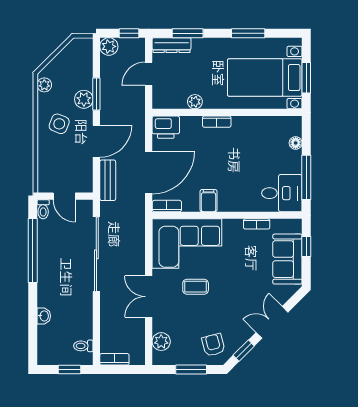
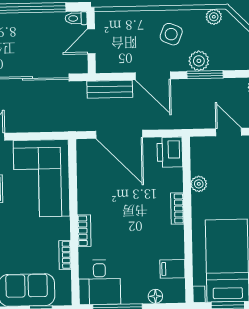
filing cabinet: (209, 201) -> (172, 269), moved, turned 180
bookcase: (167, 206) -> (84, 231), moved

